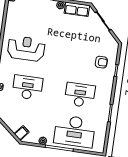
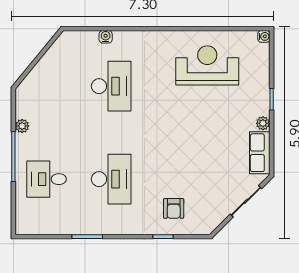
reception desk: (26, 49) -> (207, 65), moved, turned -90
desk: (75, 131) -> (47, 179), width x0.53, depth x0.77
filing cabinet: (22, 133) -> (31, 87), removed

